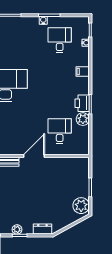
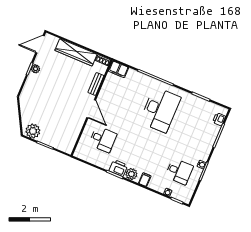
plant: (83, 119) -> (131, 174), moved
dresser: (42, 229) -> (27, 90), removed

